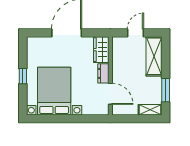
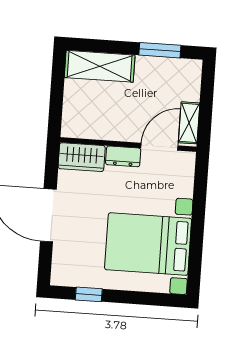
door: (135, 33) -> (57, 96), removed
window: (23, 76) -> (89, 294), moved
shelving: (150, 110) -> (189, 123), moved

